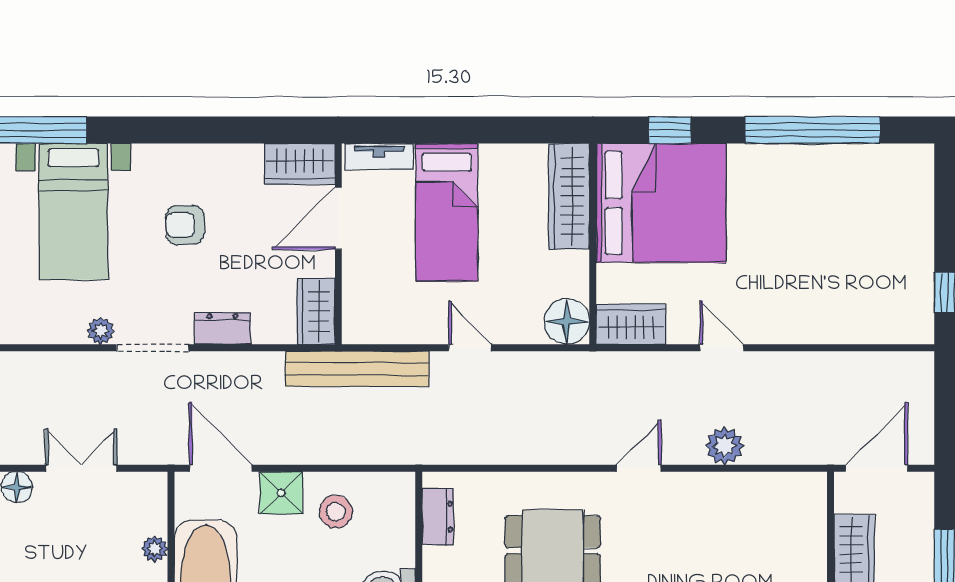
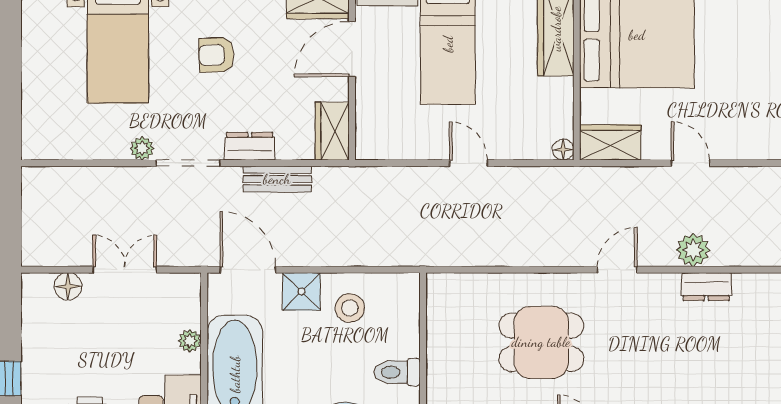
floor lamp: (567, 322) -> (563, 150), width x0.53, depth x0.53
bench: (357, 369) -> (277, 179), moved, width x0.54, depth x0.82
dresser: (438, 517) -> (706, 287), moved, turned 90

